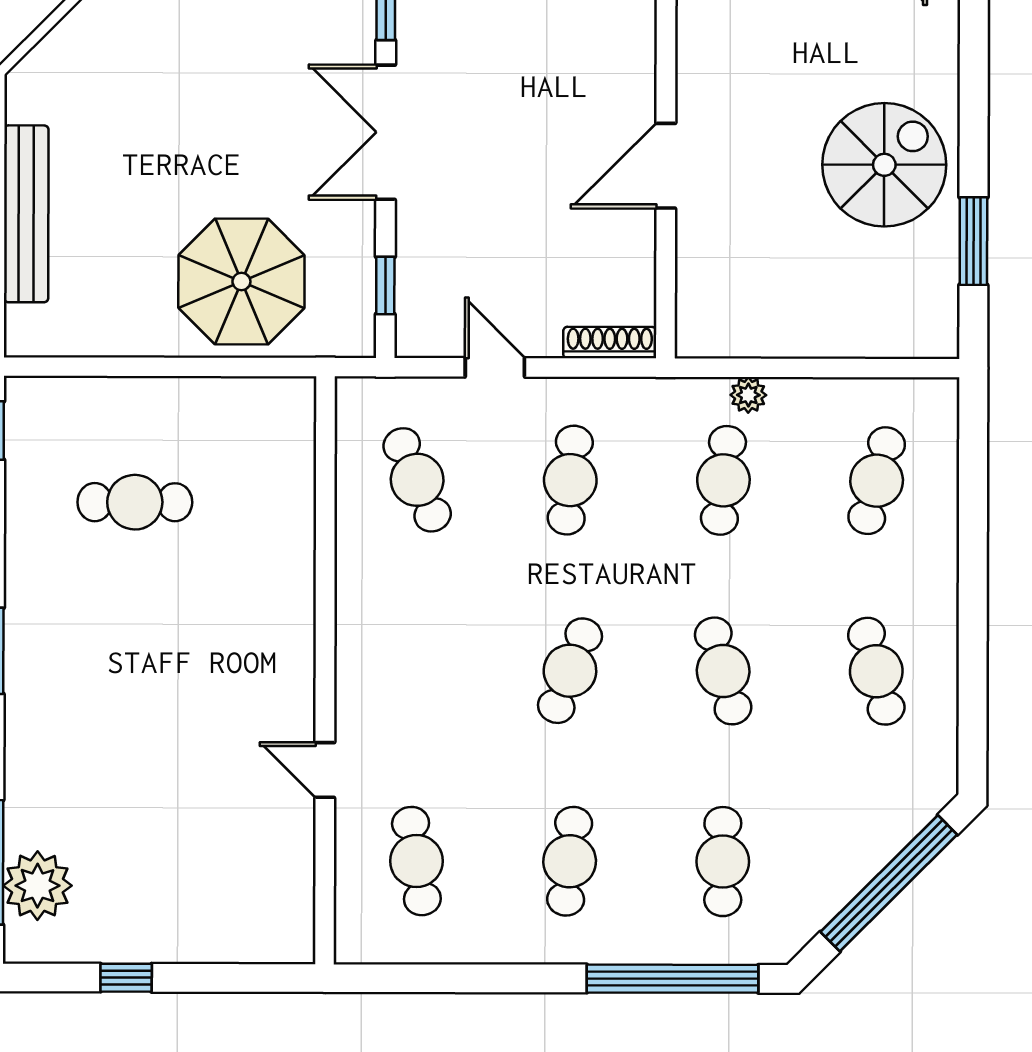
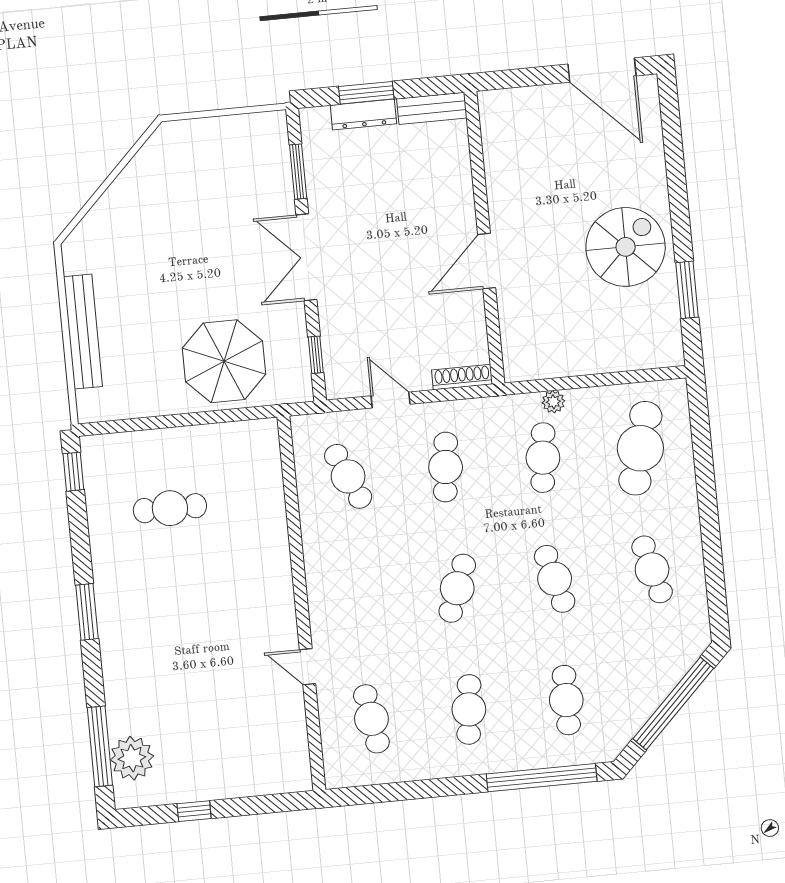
cafe table: (877, 481) -> (640, 448), width x1.37, depth x1.35

